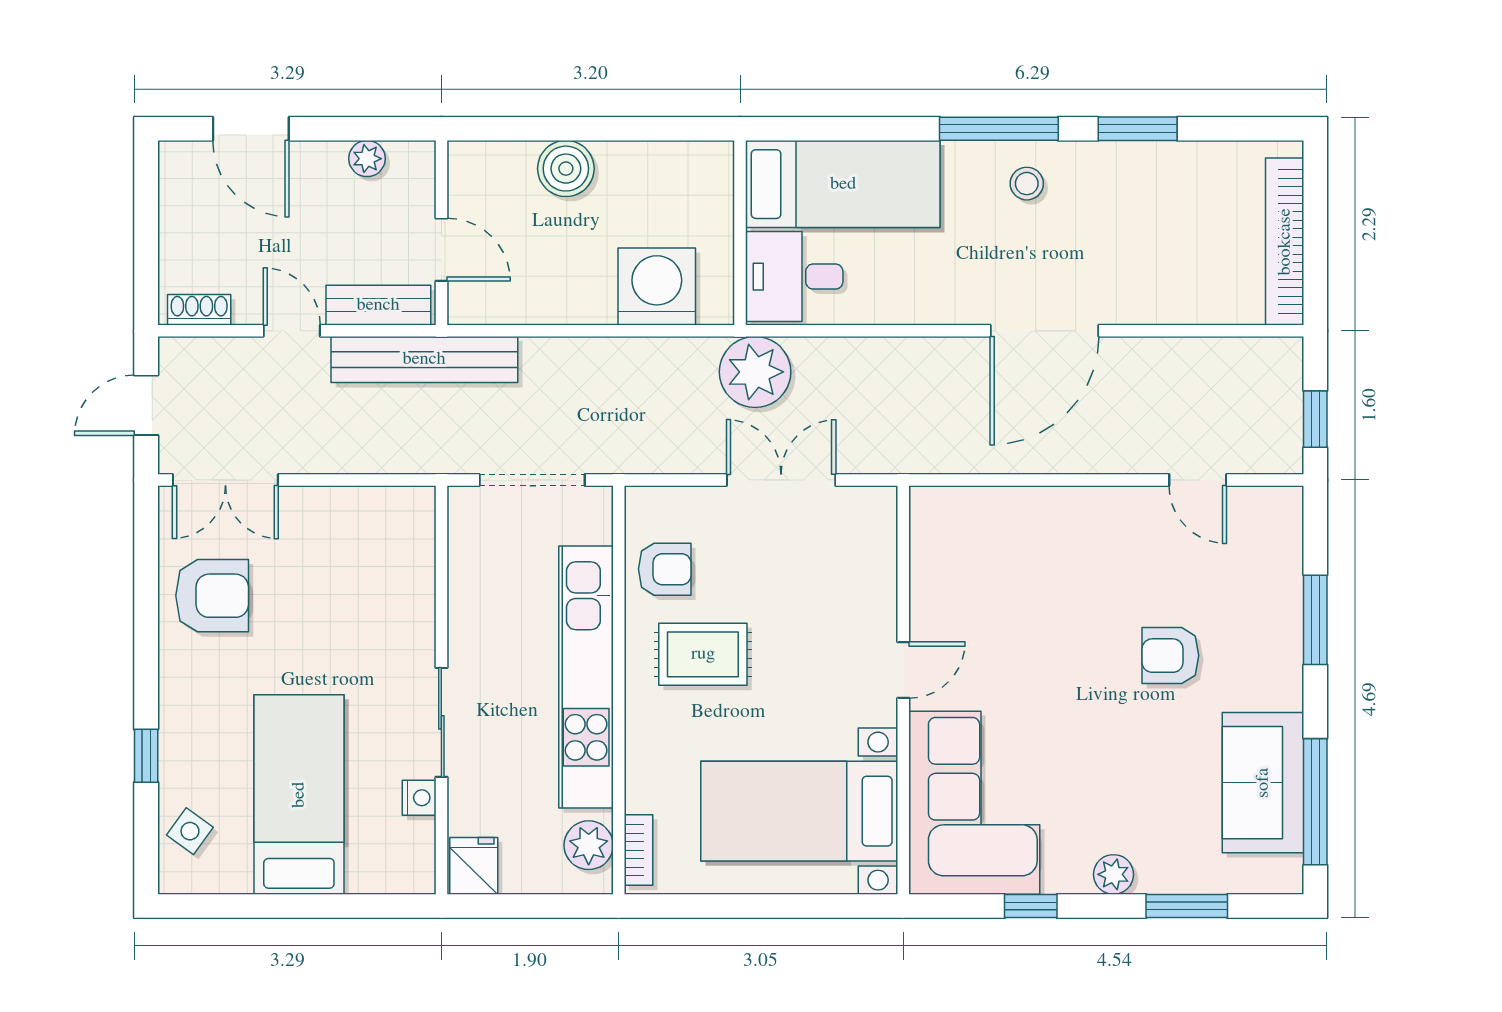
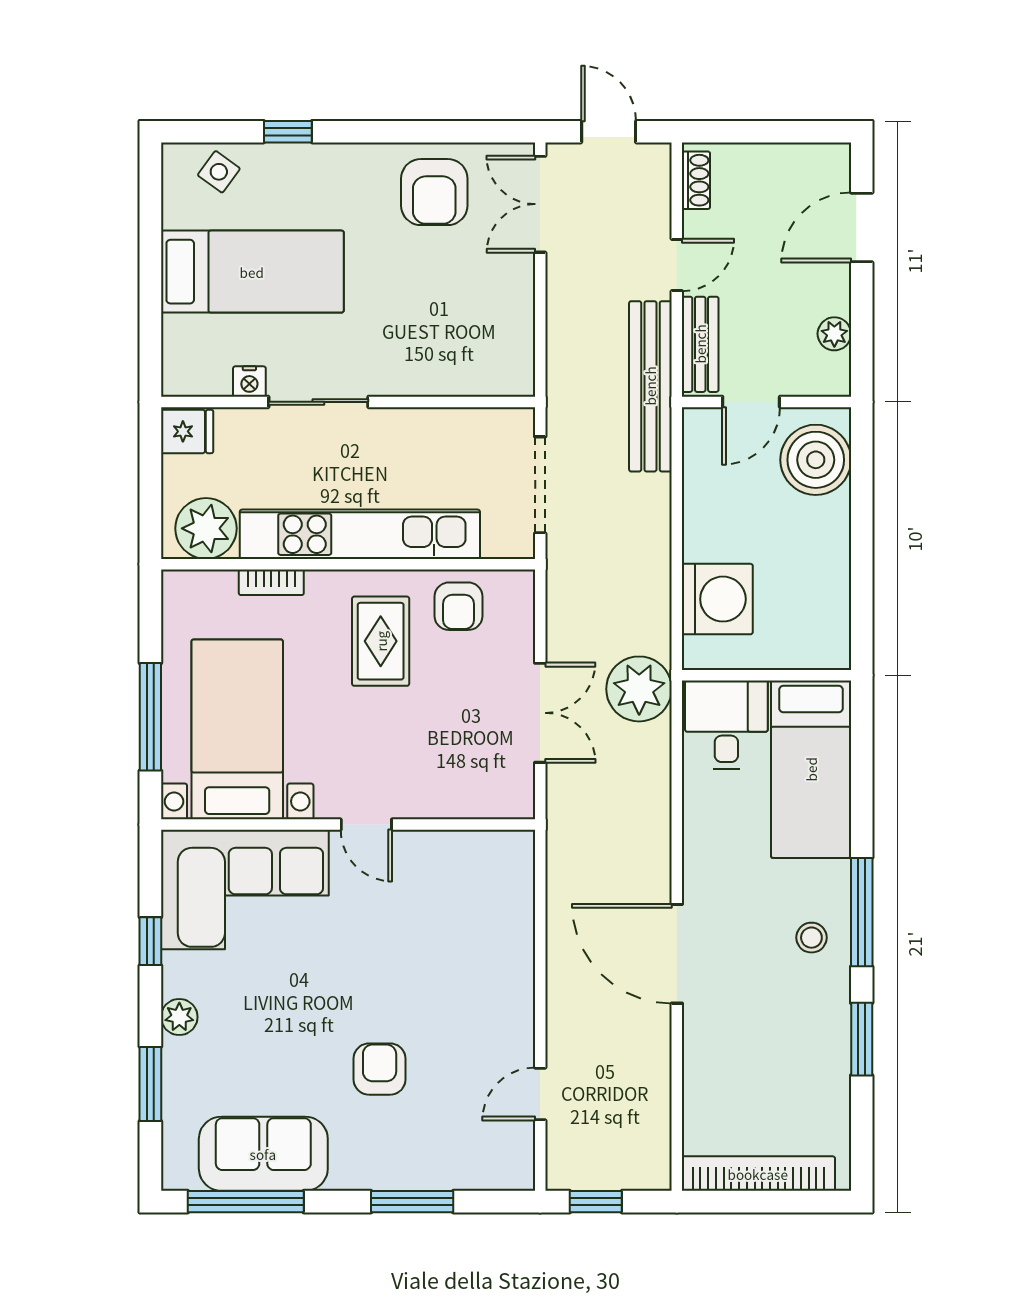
boiler: (566, 169) -> (816, 460), moved, width x1.37, depth x1.37
plant: (589, 845) -> (206, 528), width x1.36, depth x1.36
bookcase: (638, 850) -> (271, 582), moved
window: (786, 906) -> (150, 717), added

